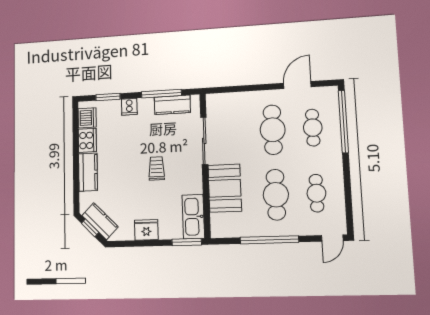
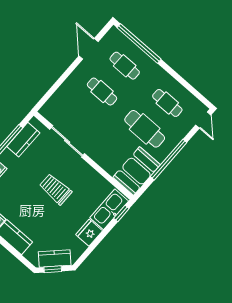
cafe table: (273, 130) -> (102, 92), width x0.73, depth x0.74
trolley: (157, 168) -> (55, 189), width x1.36, depth x1.39
booth: (225, 188) -> (137, 171), moved, turned 90
kitchen sink: (193, 217) -> (109, 209), moved, turned 90
window: (187, 242) -> (121, 213), width x0.67

